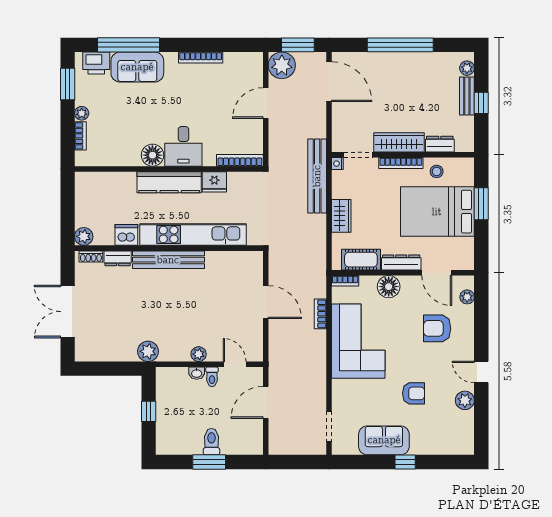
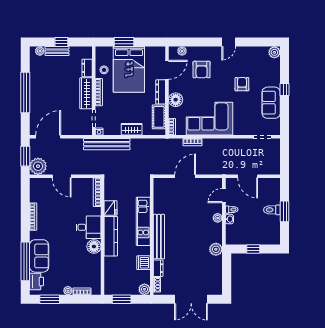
window: (68, 200) -> (122, 299), added
kitchen unit: (193, 235) -> (143, 221), width x0.73
plant: (465, 400) -> (274, 52), moved

